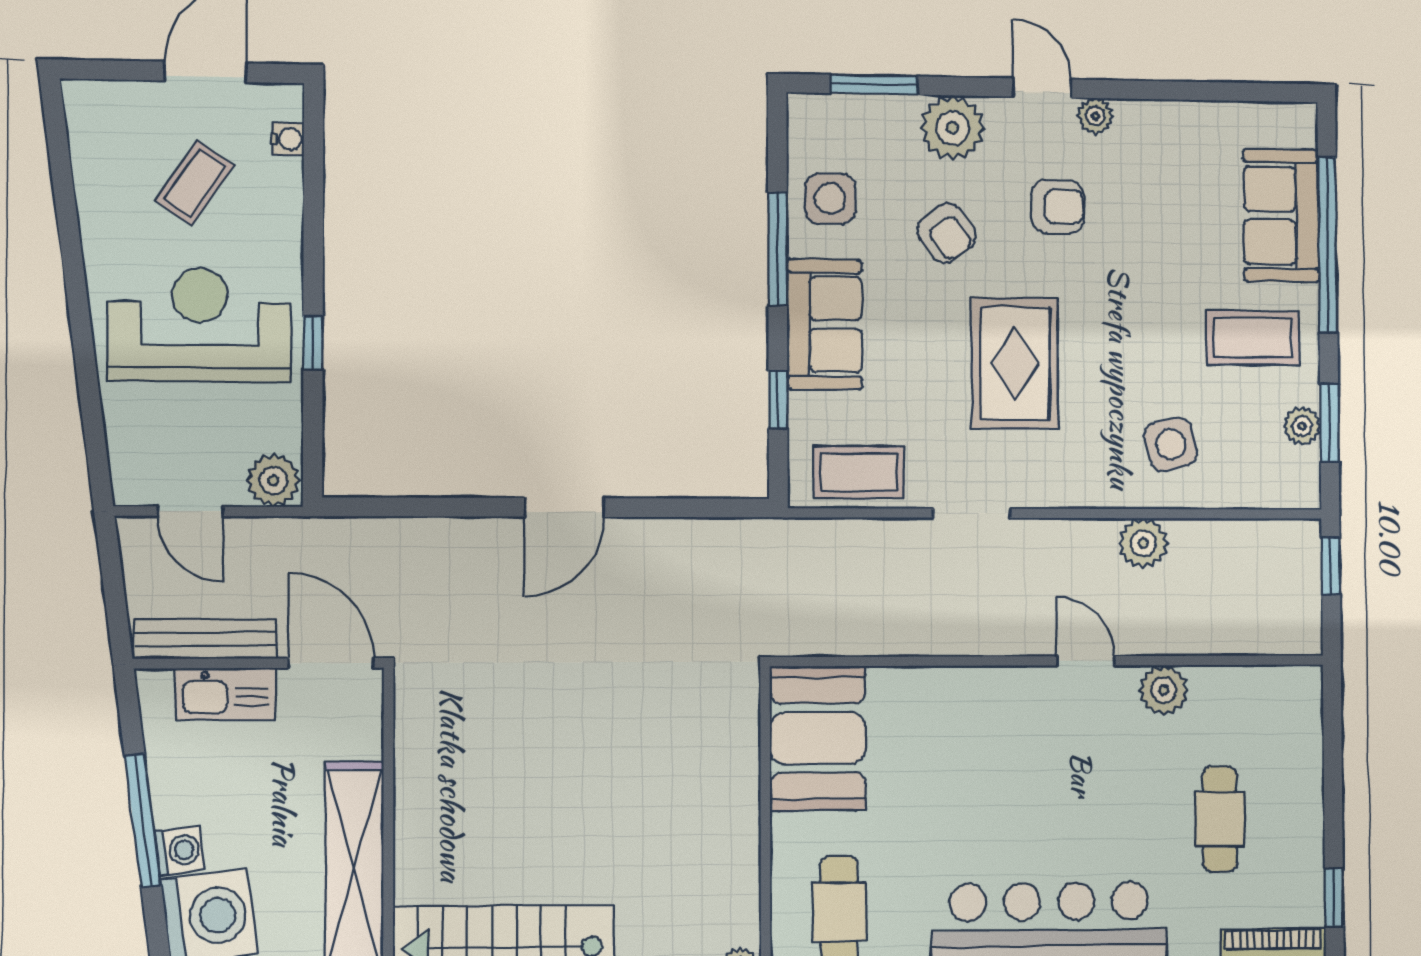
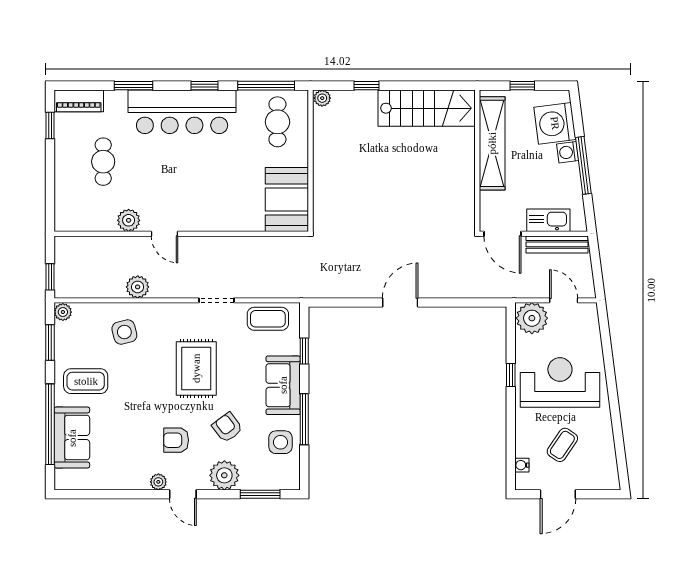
reception desk: (200, 325) -> (560, 382), turned 180
plant: (1302, 426) -> (63, 312), moved
plant: (273, 480) -> (532, 318), width x1.36, depth x1.36

